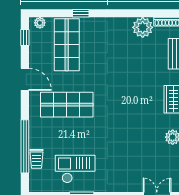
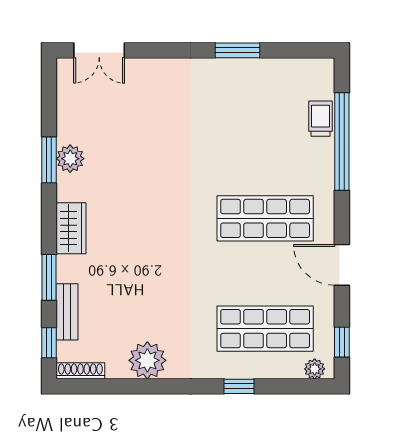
plant: (143, 27) -> (147, 360), moved
shop shelf: (67, 45) -> (265, 329), turned 90
checkout: (75, 169) -> (250, 100), removed

